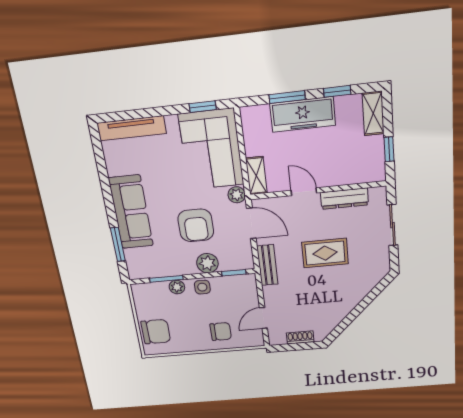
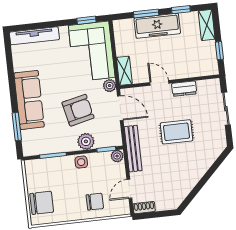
dresser: (344, 199) -> (184, 89), width x0.70
armchair: (196, 225) -> (78, 110), turned -103
bench: (267, 265) -> (133, 149), width x1.36
plant: (177, 287) -> (117, 156), moved
shoe rack: (300, 337) -> (144, 208), moved

